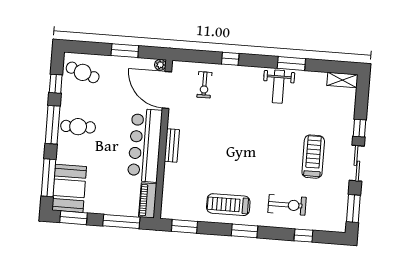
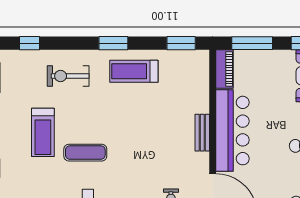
exercise mat: (277, 136) -> (85, 153), added
treadmill: (228, 205) -> (134, 71), turned 180
window: (303, 235) -> (30, 43), moved

